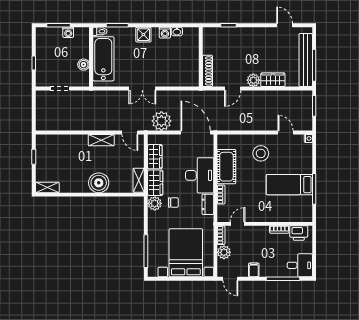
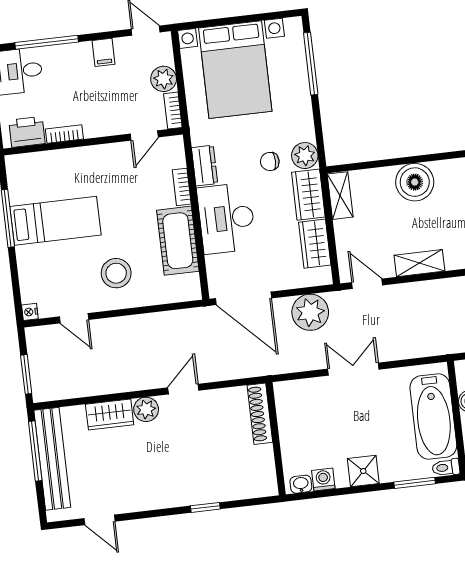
wall: (201, 57) -> (276, 439), moved
shoe rack: (207, 71) -> (260, 414), moved

